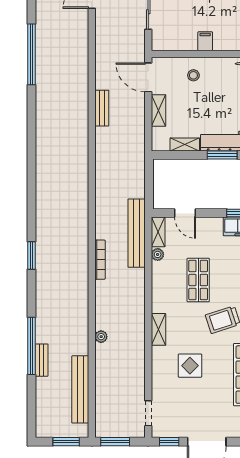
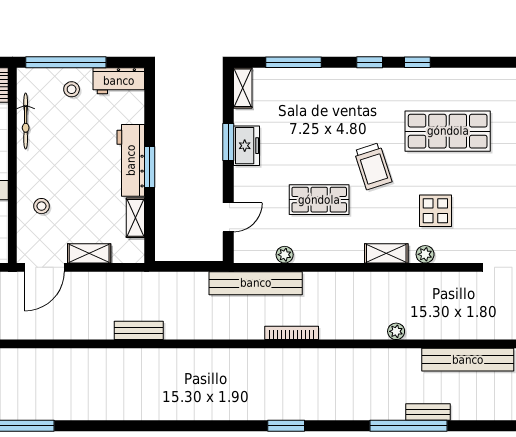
bench: (102, 108) -> (139, 330), moved
shelving: (158, 232) -> (254, 254), removed
plant: (158, 358) -> (425, 254), added

